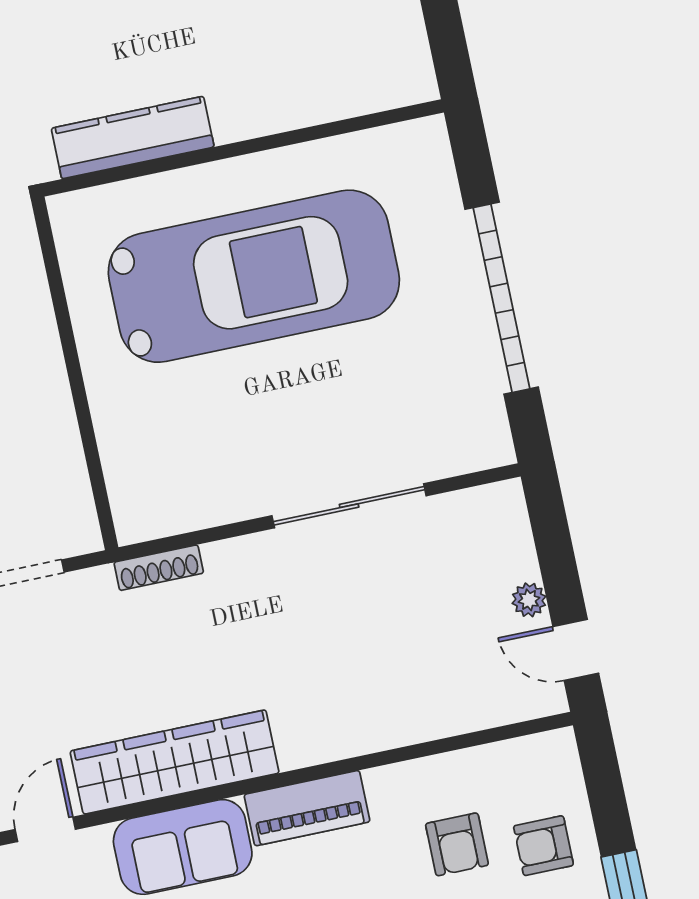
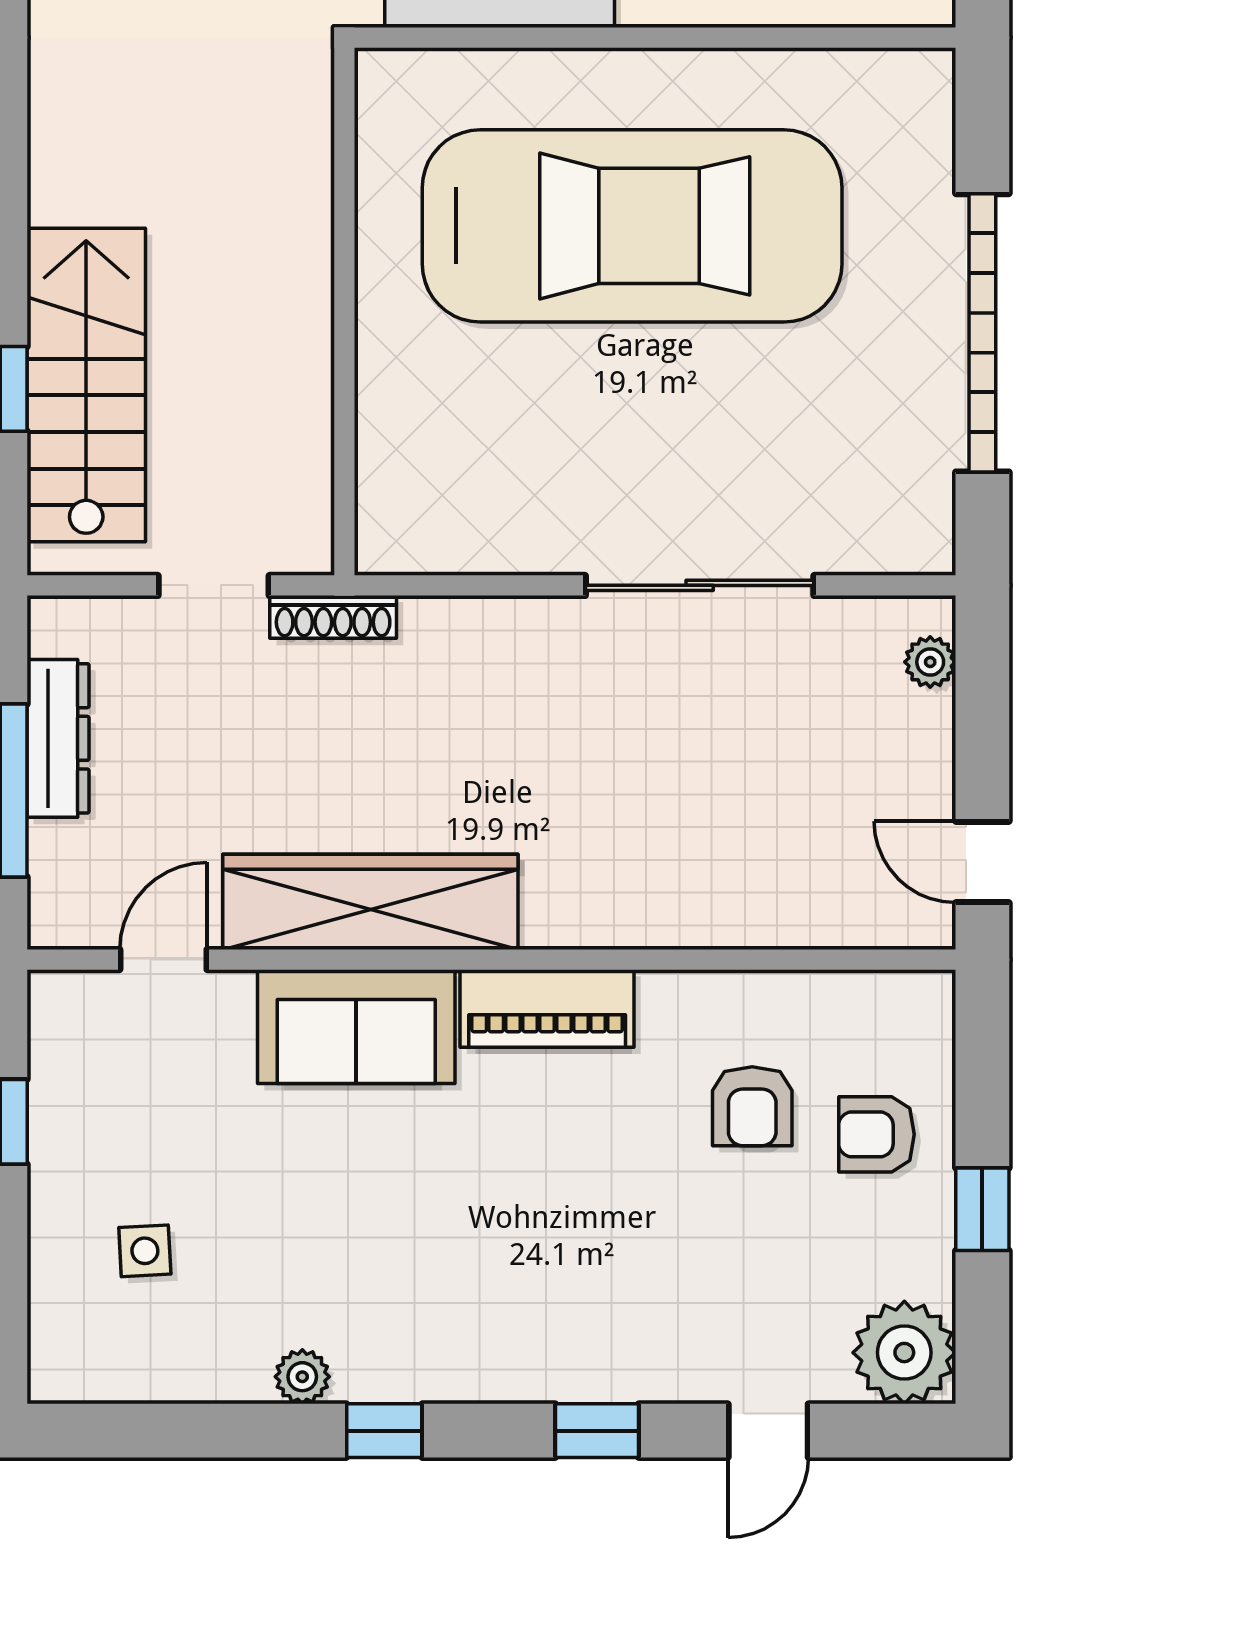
shoe rack: (159, 568) -> (333, 617), moved
plant: (529, 600) -> (930, 662), moved

